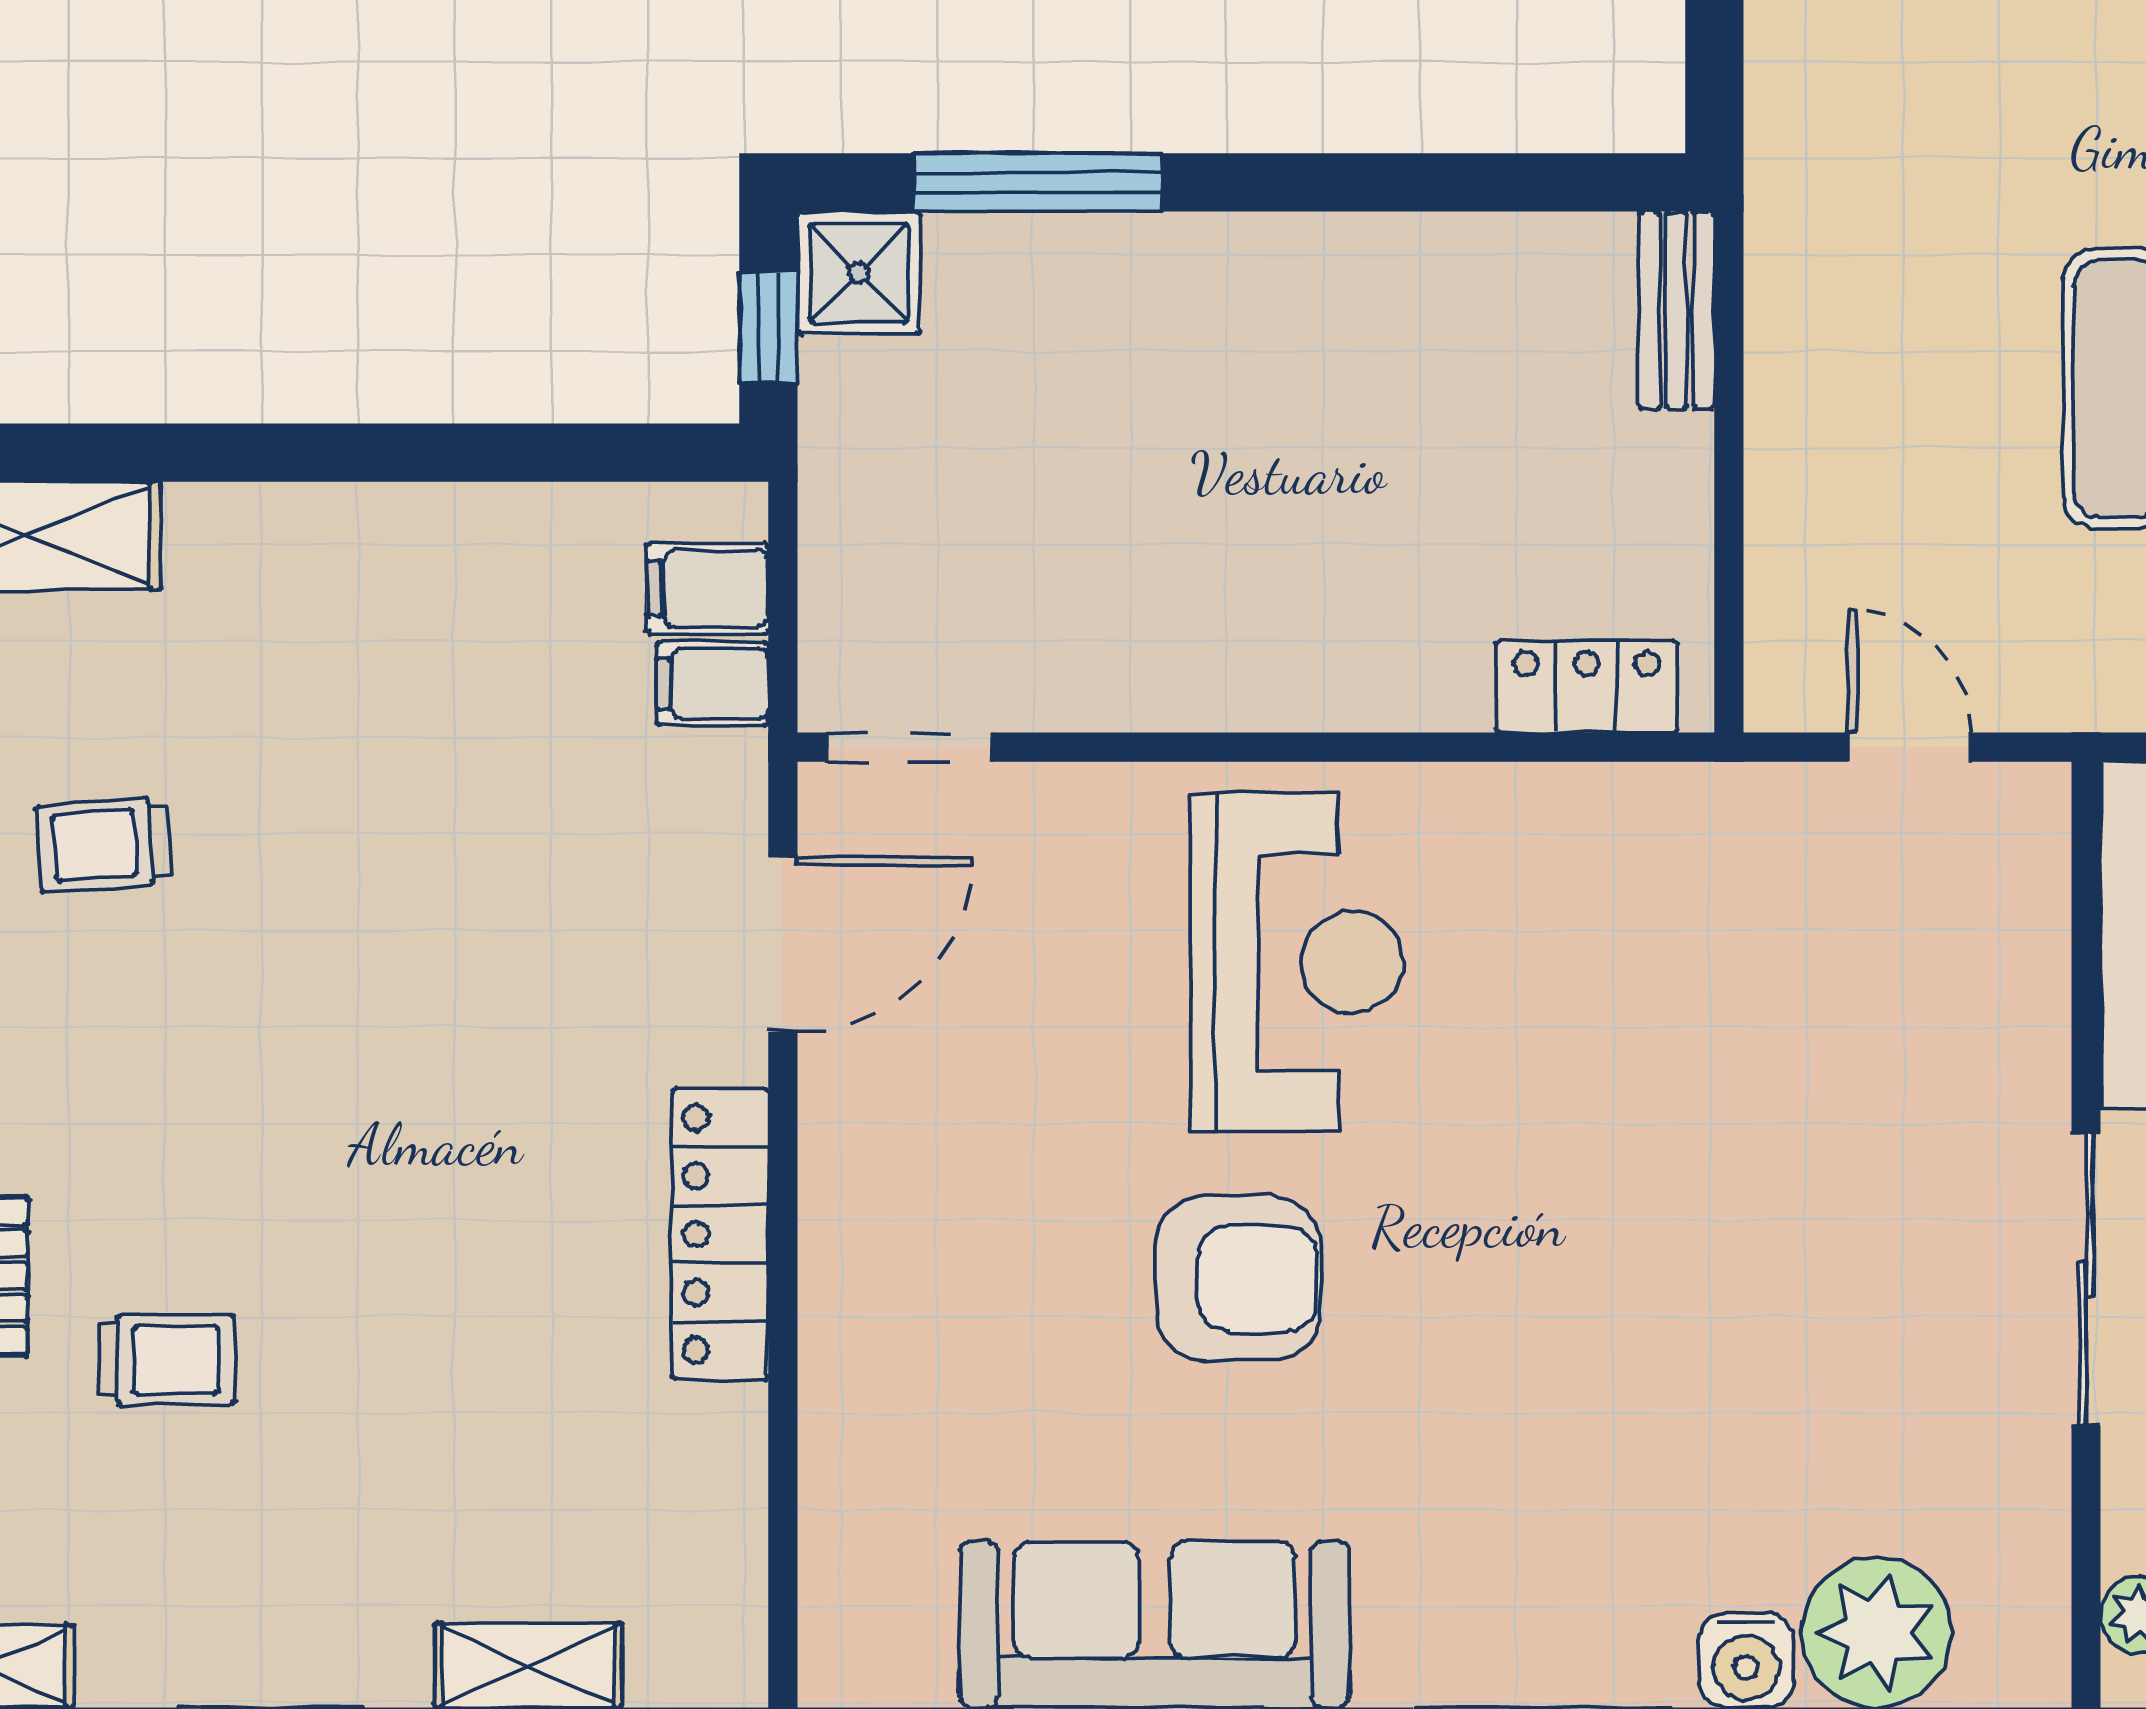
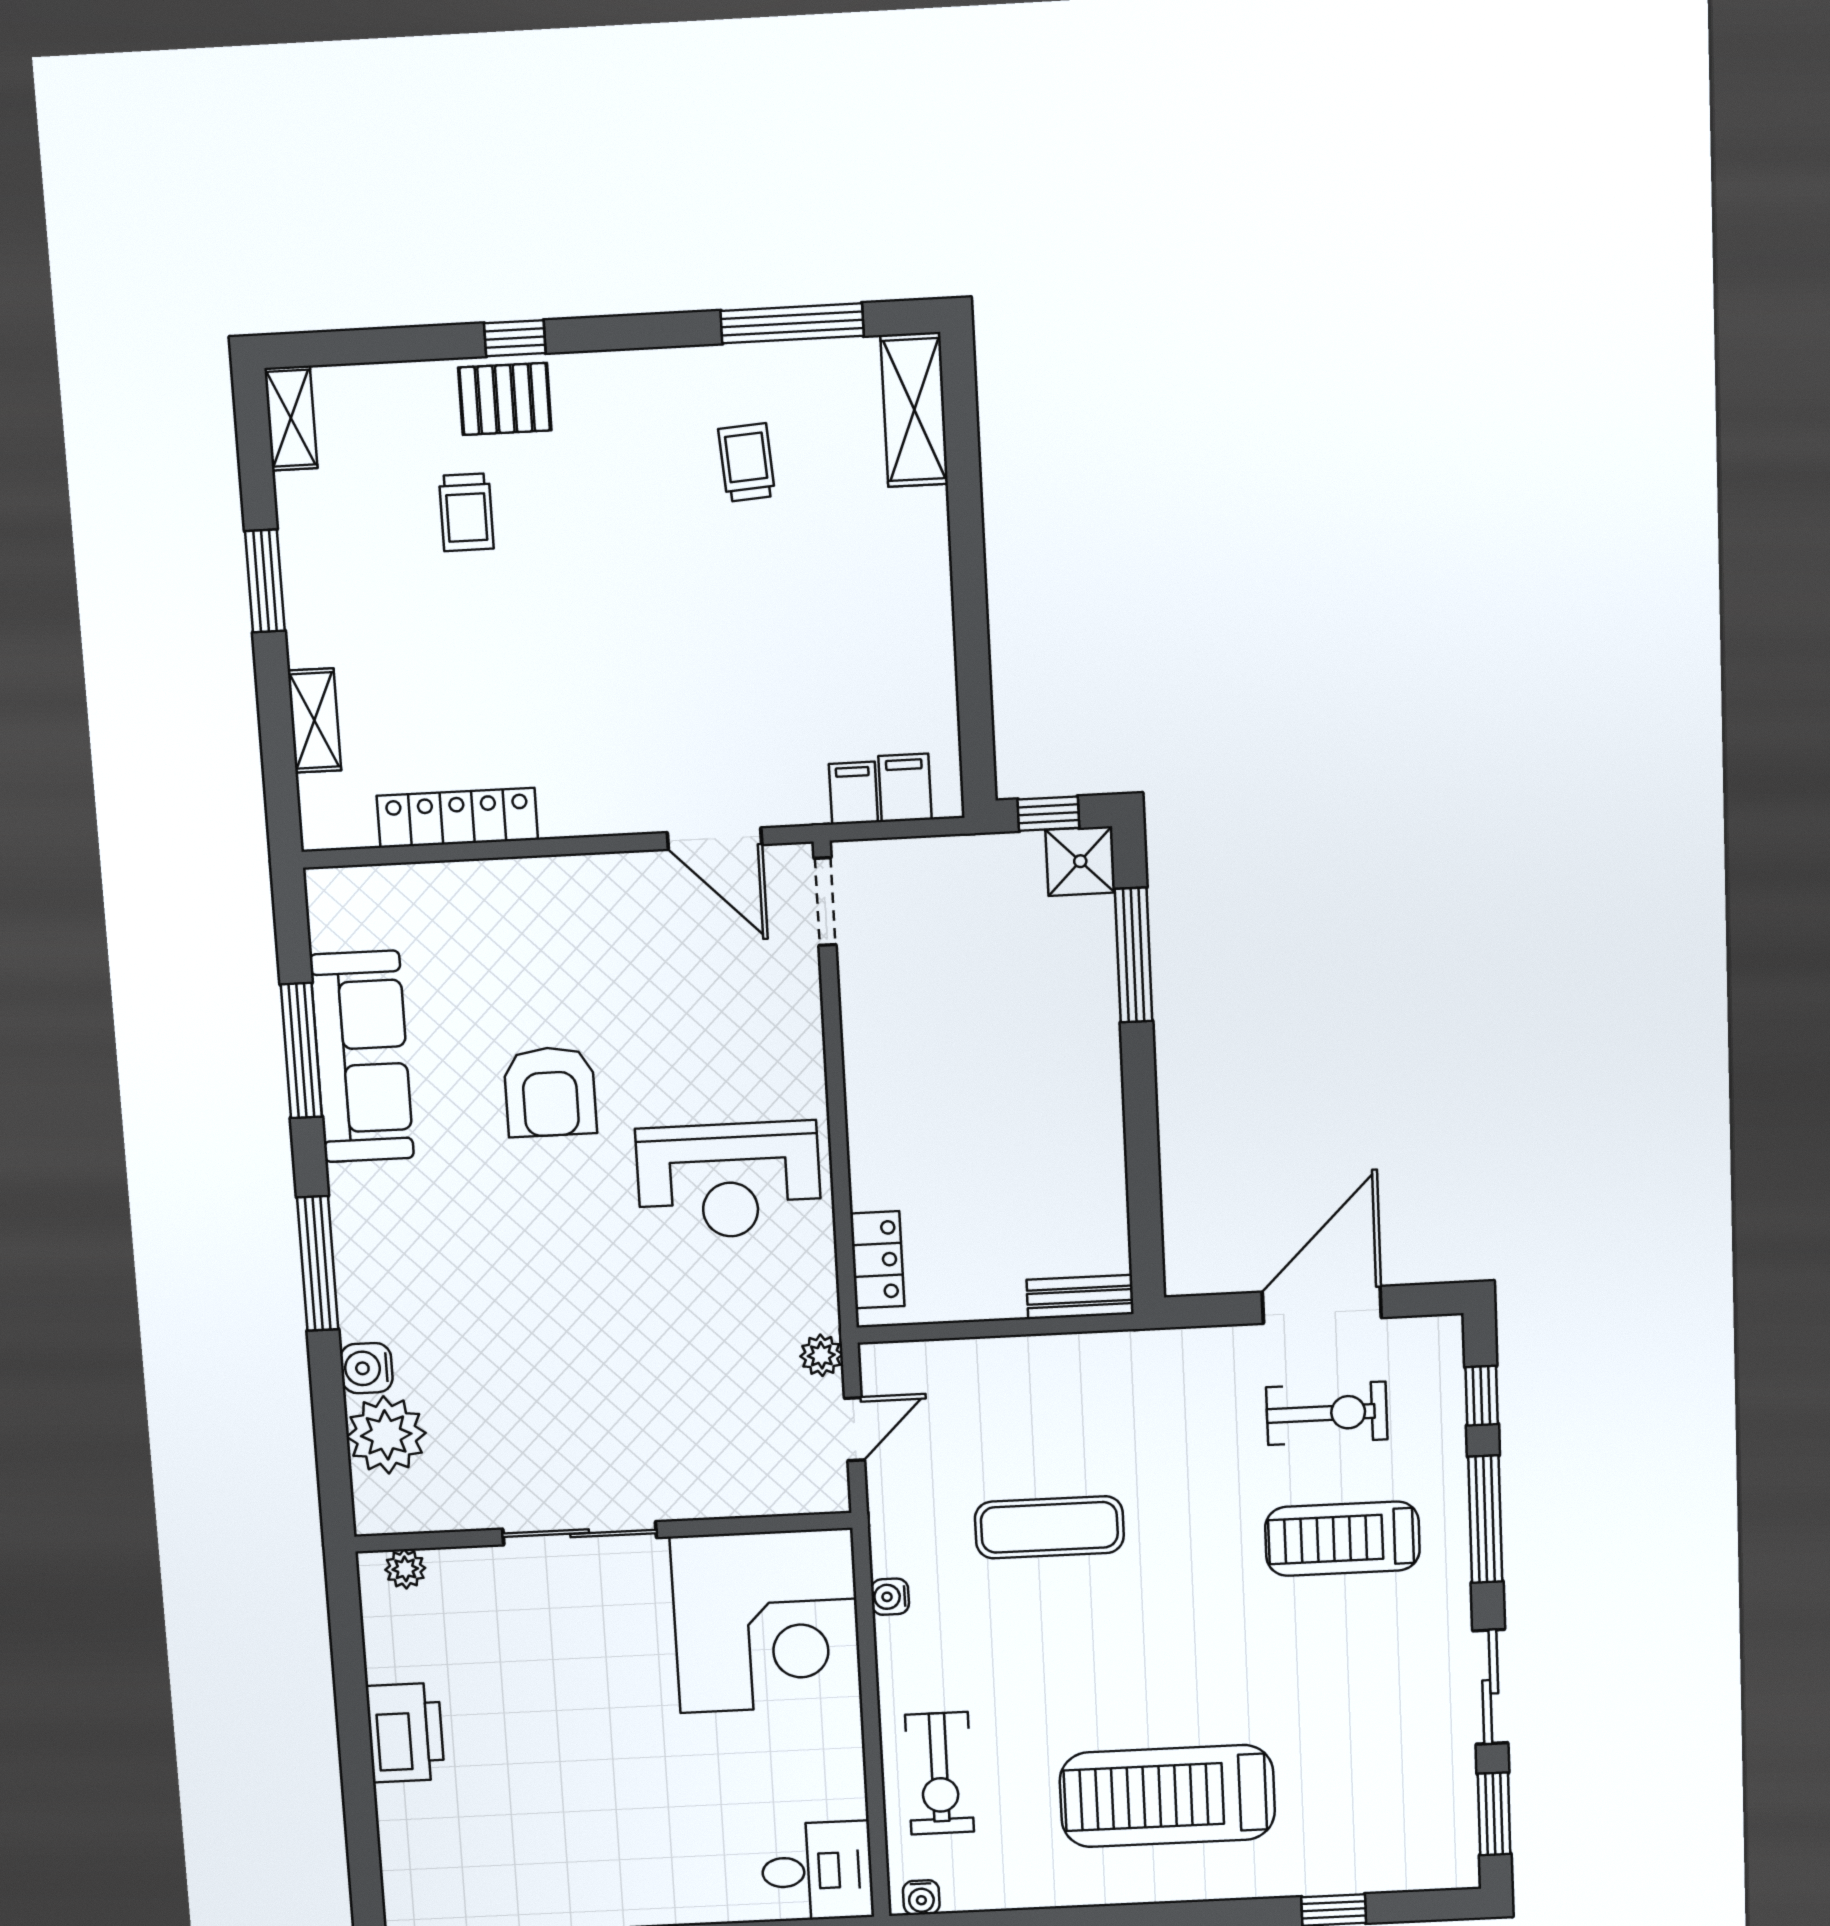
plant: (1764, 802) -> (821, 1355), added
reception desk: (1297, 963) -> (729, 1180), moved
locker: (720, 1234) -> (457, 818), moved

